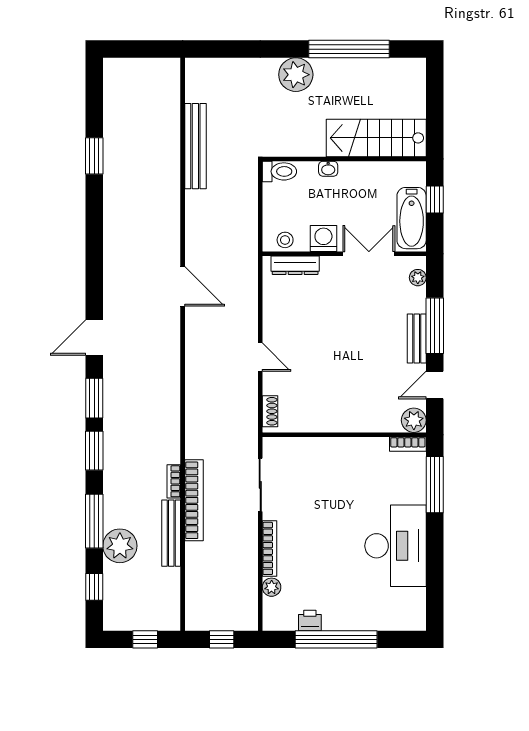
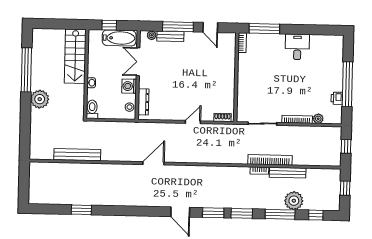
bench: (417, 338) -> (170, 36), moved
plant: (414, 420) -> (229, 39), removed
desk: (396, 546) -> (297, 47), width x0.53, depth x0.77

